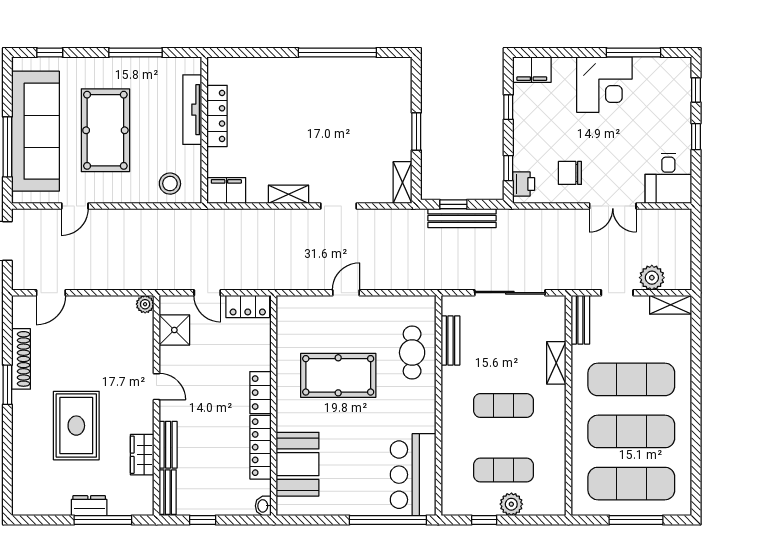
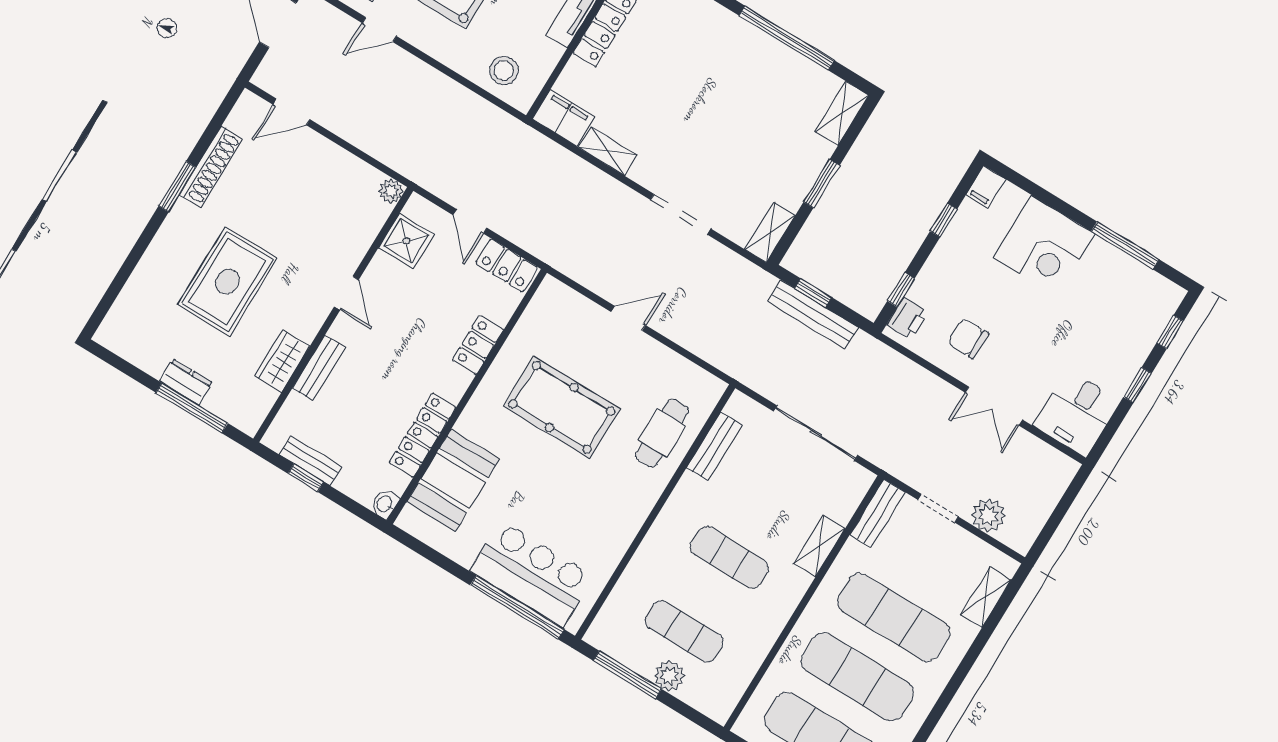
filing cabinet: (532, 70) -> (986, 187), width x0.50
shelving: (402, 79) -> (842, 114), added
corner desk: (604, 85) -> (1044, 246), moved
shelving: (289, 194) -> (608, 151), moved
doorway: (339, 206) -> (681, 214), width x1.38
shelving: (671, 305) -> (986, 597), moved, turned 90
locker: (260, 393) -> (478, 345), moved
bar counter: (413, 475) -> (532, 574), moved, turned 90
bench: (168, 492) -> (310, 460), moved, turned 90
window: (484, 520) -> (627, 675), width x2.17

